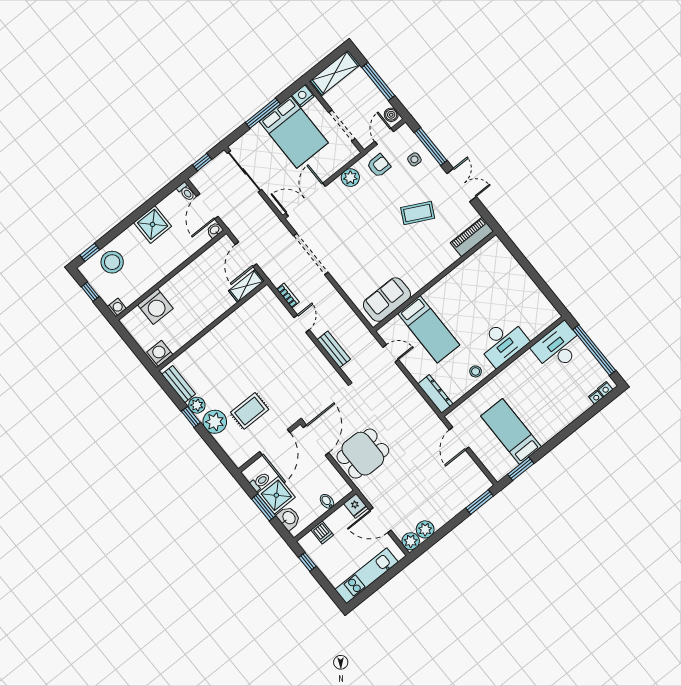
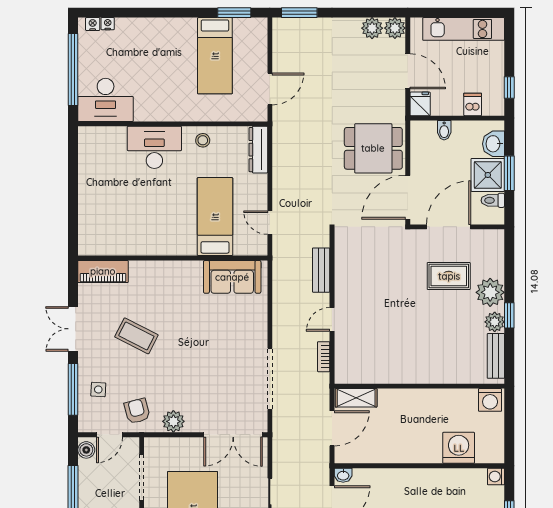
armchair: (379, 166) -> (137, 411), turned 75

